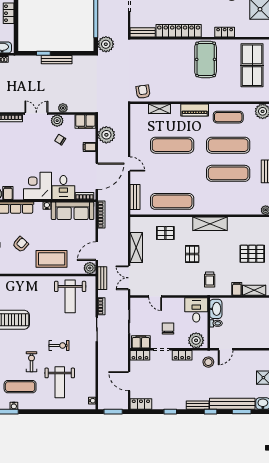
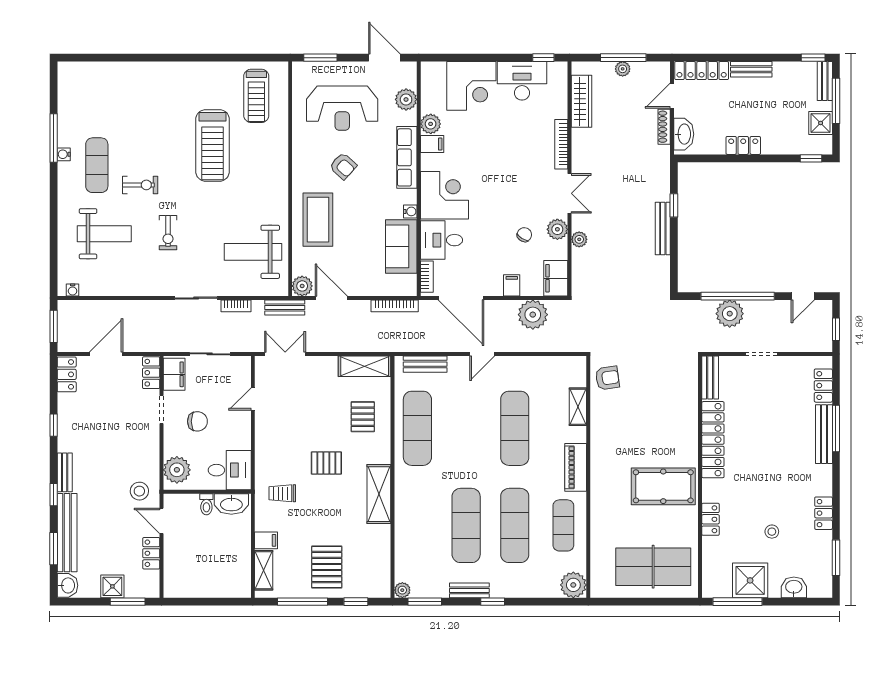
plant: (106, 44) -> (730, 314), moved
sofa: (73, 211) -> (401, 246), width x0.73
shelving: (136, 248) -> (365, 366), moved
locker: (182, 355) -> (151, 553), moved
weight bench: (60, 382) -> (104, 234), turned 180

